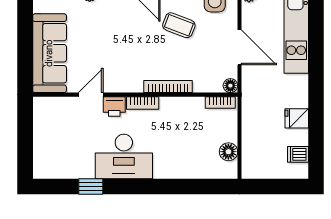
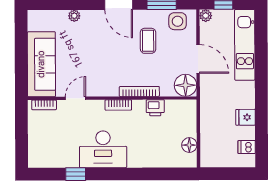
coffee table: (179, 25) -> (148, 41), turned 69
floor lamp: (230, 86) -> (185, 85), width x1.89, depth x1.89
bookcase: (220, 102) -> (44, 105), moved
printer: (114, 106) -> (155, 108), moved

